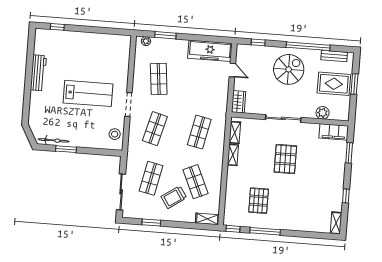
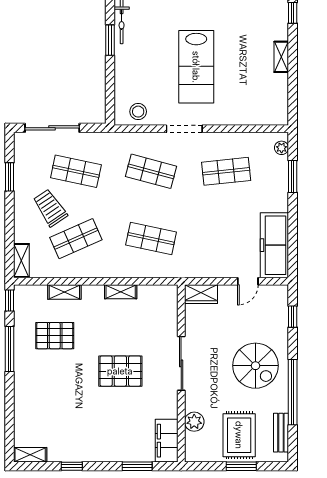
shelving: (86, 37) -> (281, 57), added
shelving: (235, 132) -> (64, 292), moved

